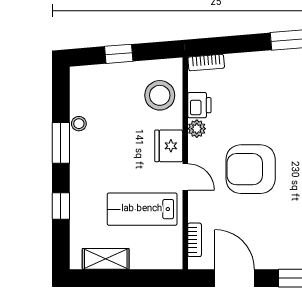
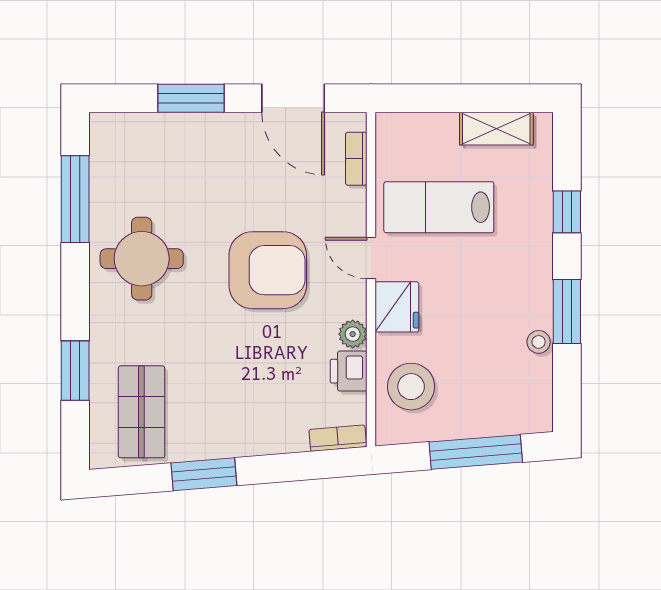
window: (119, 54) -> (476, 452), width x2.17
lab bench: (142, 209) -> (439, 207), turned 180

